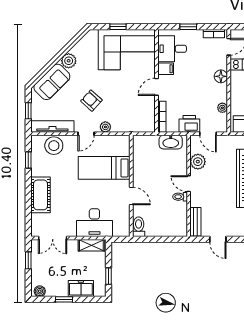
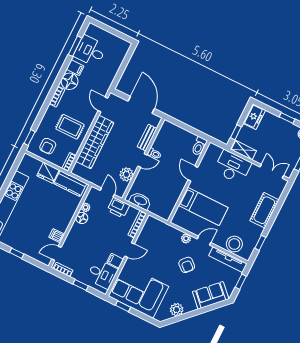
window: (118, 27) -> (123, 306), moved
plant: (69, 61) -> (177, 310), moved
floor lamp: (221, 76) -> (82, 218), moved
door: (189, 184) -> (142, 161), hinge flipped
bench: (195, 222) -> (147, 138), moved
door: (218, 239) -> (141, 105), width x1.88
window: (108, 276) -> (236, 132), moved
freezer: (81, 289) -> (254, 117), moved, turned -90

